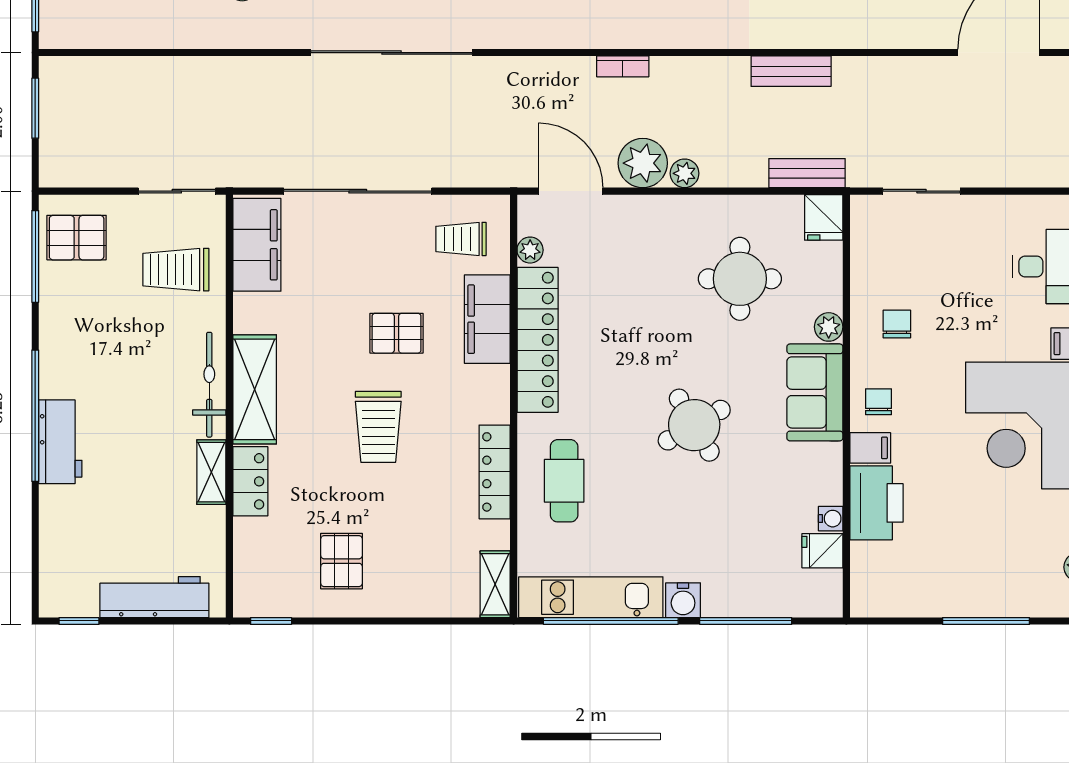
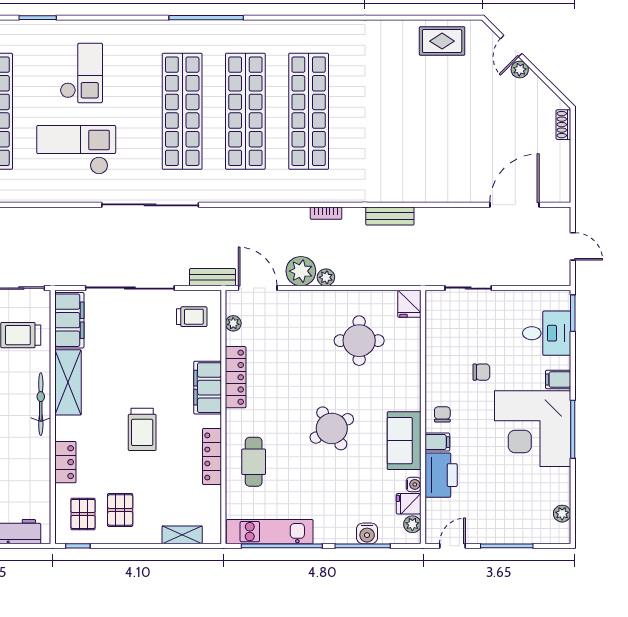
bookcase: (623, 66) -> (326, 213), moved
bench: (807, 173) -> (213, 277), moved
trolley: (461, 239) -> (192, 317), turned 180
filing cabinet: (487, 319) -> (208, 388), moved
chair: (897, 324) -> (481, 372), moved, turned 90
plant: (829, 327) -> (412, 524), moved
pallet: (396, 333) -> (83, 514), moved, turned 90
locker: (538, 340) -> (236, 377), width x0.71, depth x0.83
shelving: (255, 389) -> (68, 382), moved
sofa: (815, 392) -> (404, 441), moved
shelving: (211, 472) -> (42, 457), removed
shelving: (495, 584) -> (182, 535), moved, turned 90
water cooler: (683, 600) -> (367, 533), moved
door: (895, 621) -> (452, 546), added

